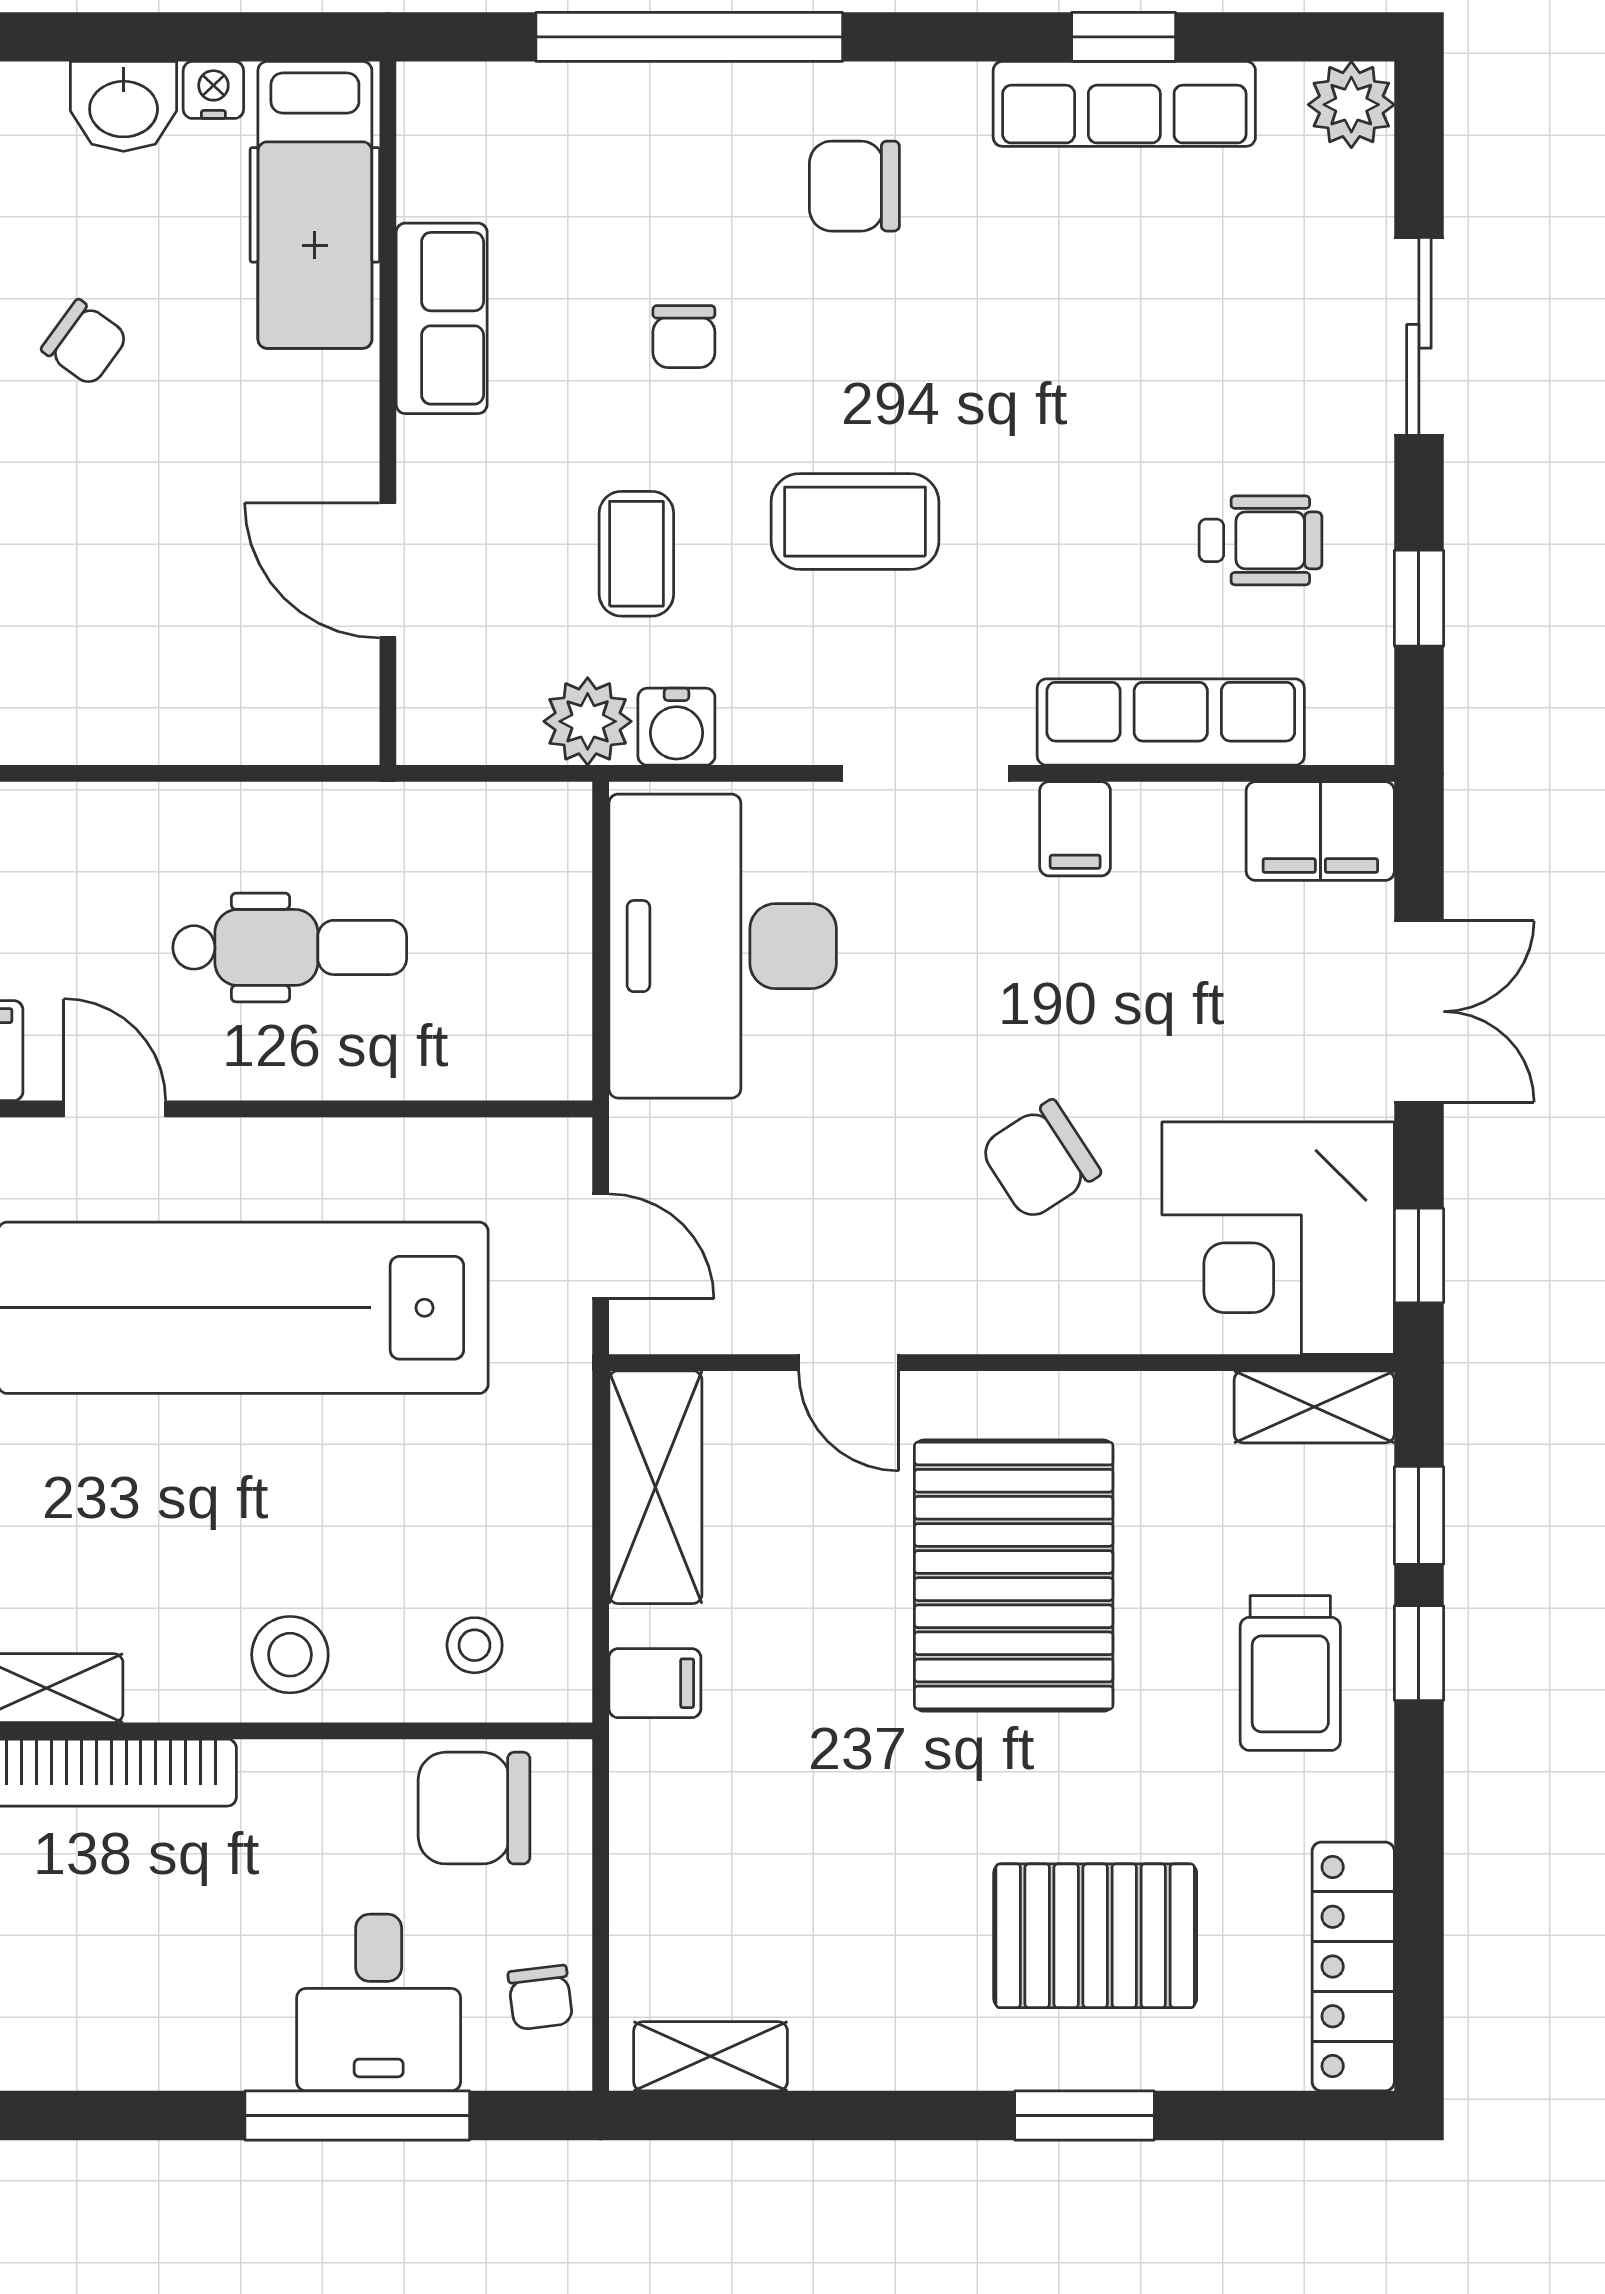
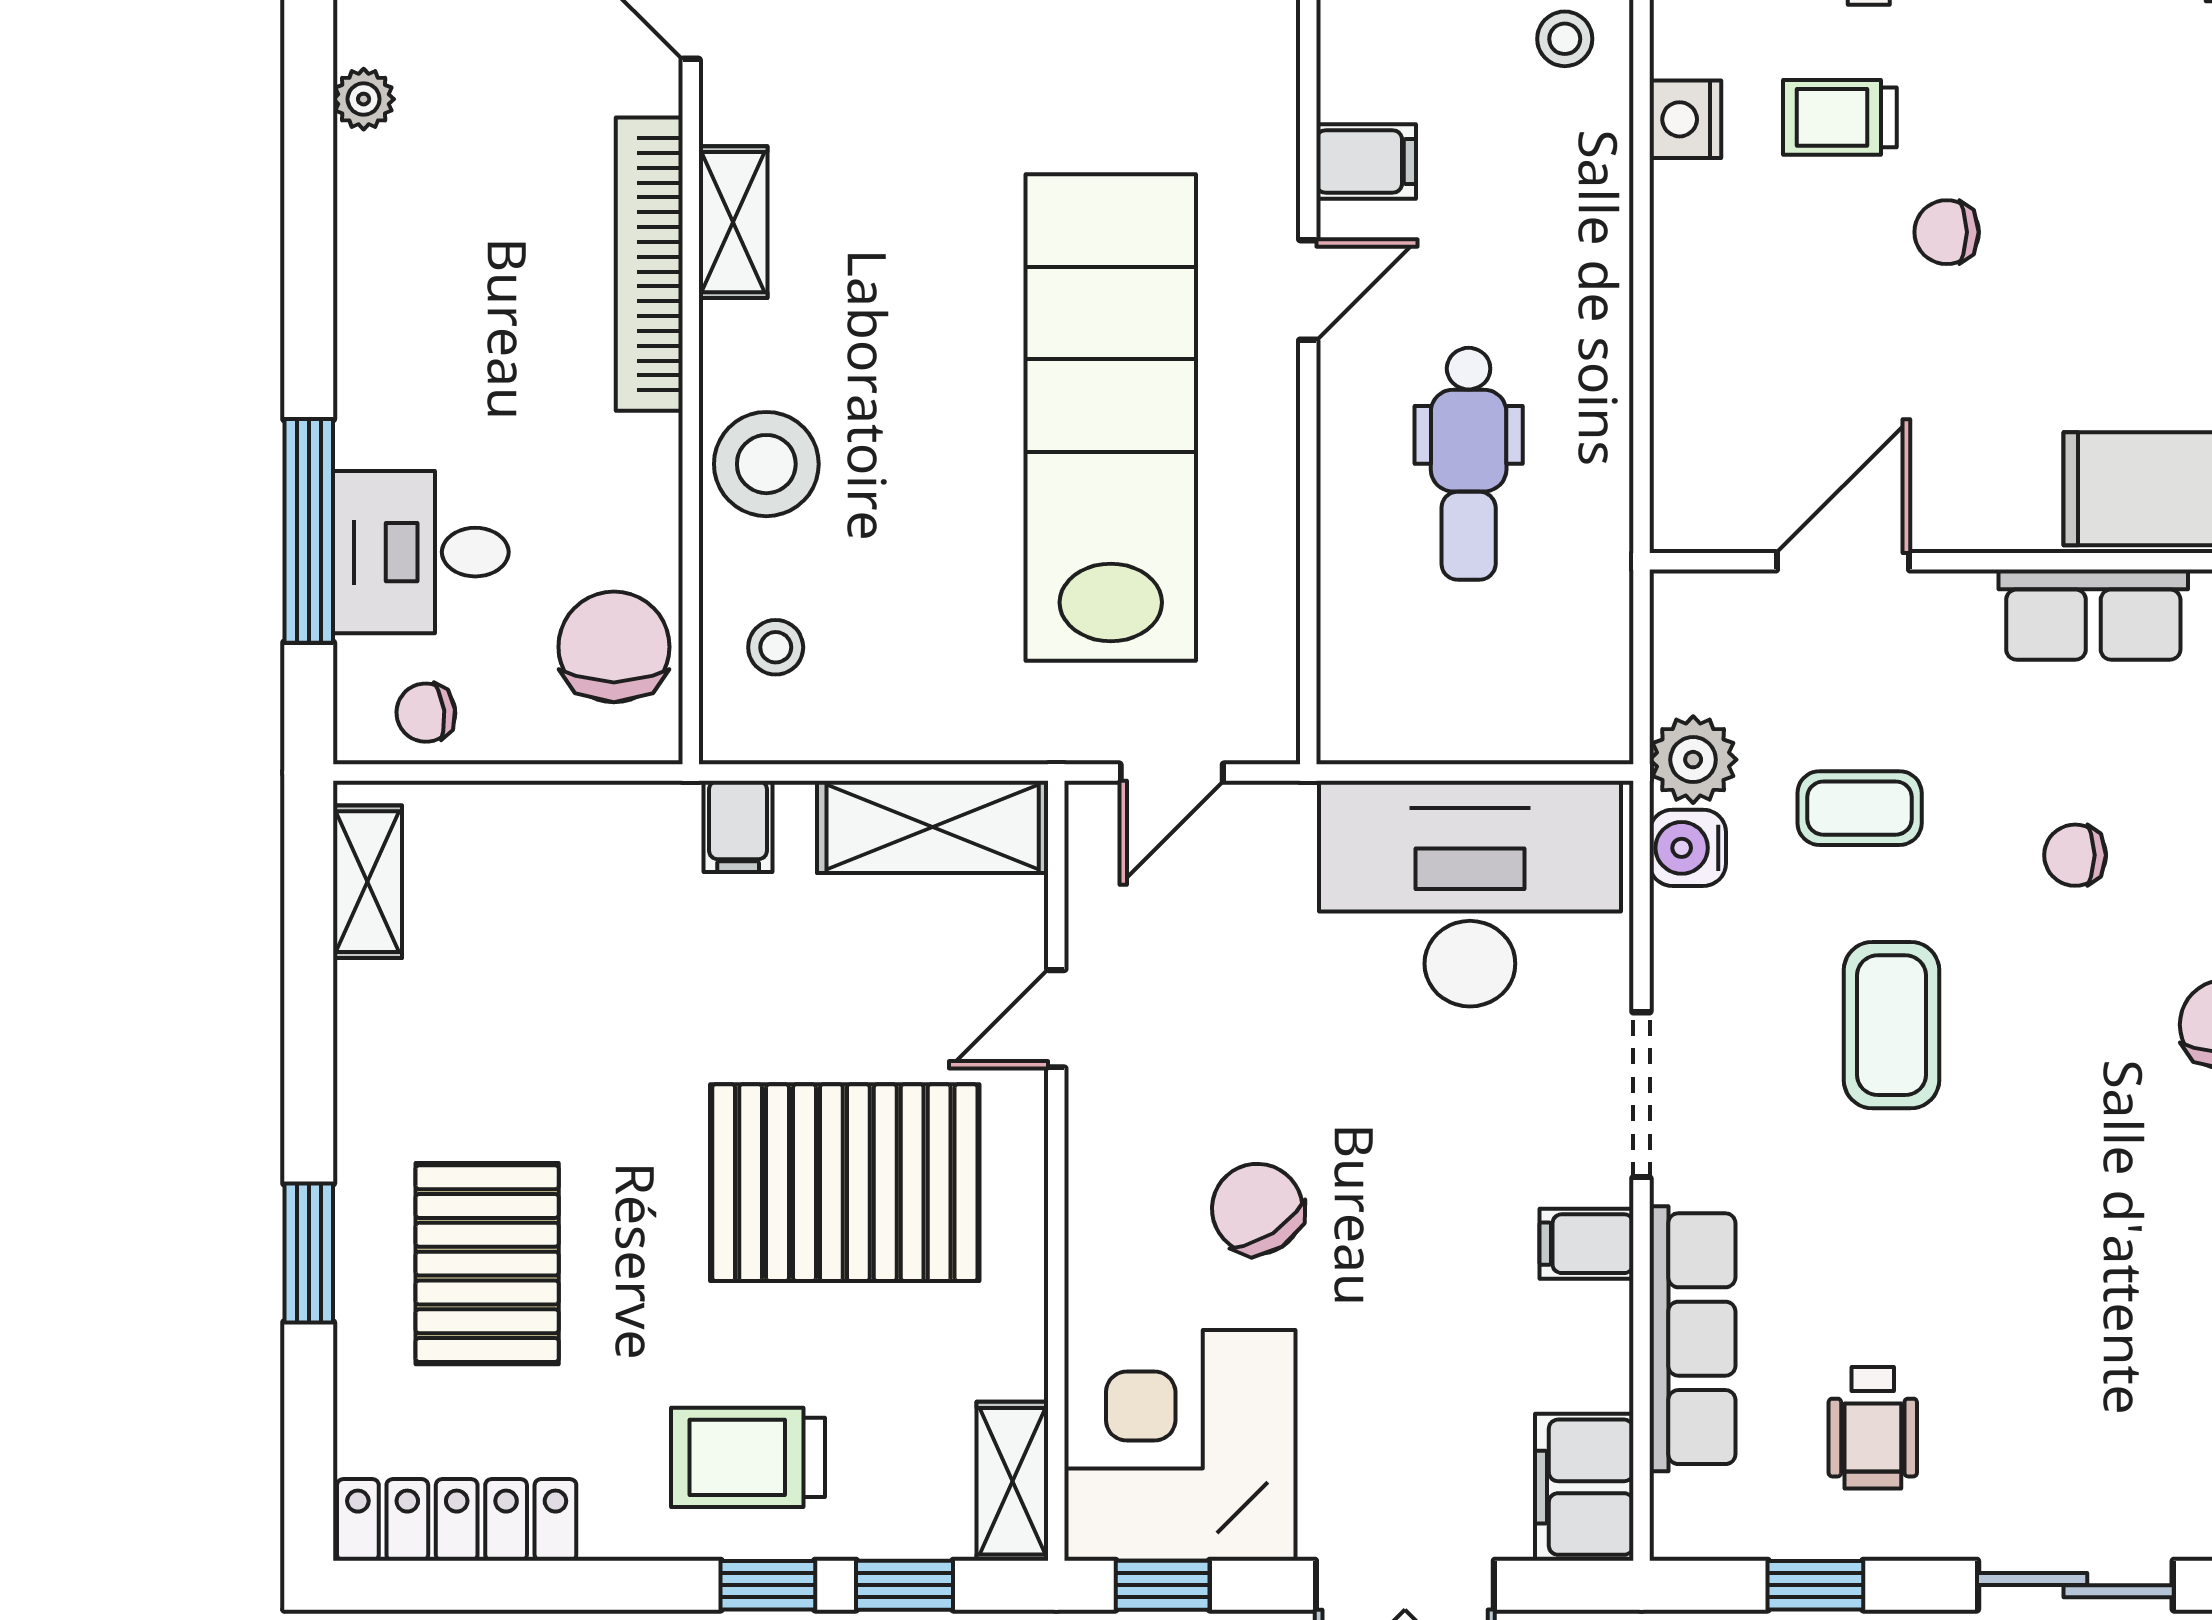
chair: (85, 343) -> (1947, 232), moved, turned 54
stool: (290, 1655) -> (766, 464), width x1.38, depth x1.38

